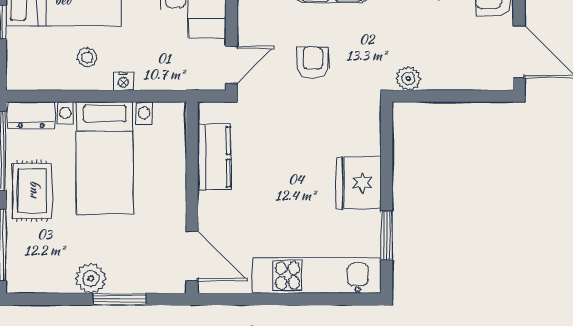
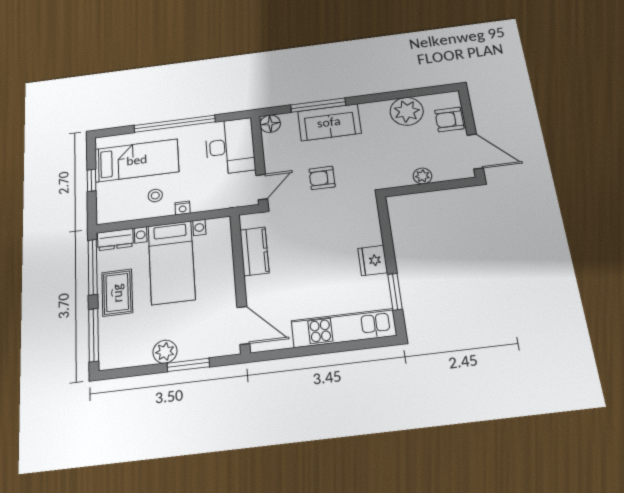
armchair: (313, 63) -> (322, 178), turned -90
plant: (408, 78) -> (422, 176), moved
fridge: (359, 183) -> (373, 260), width x0.73, depth x0.75

